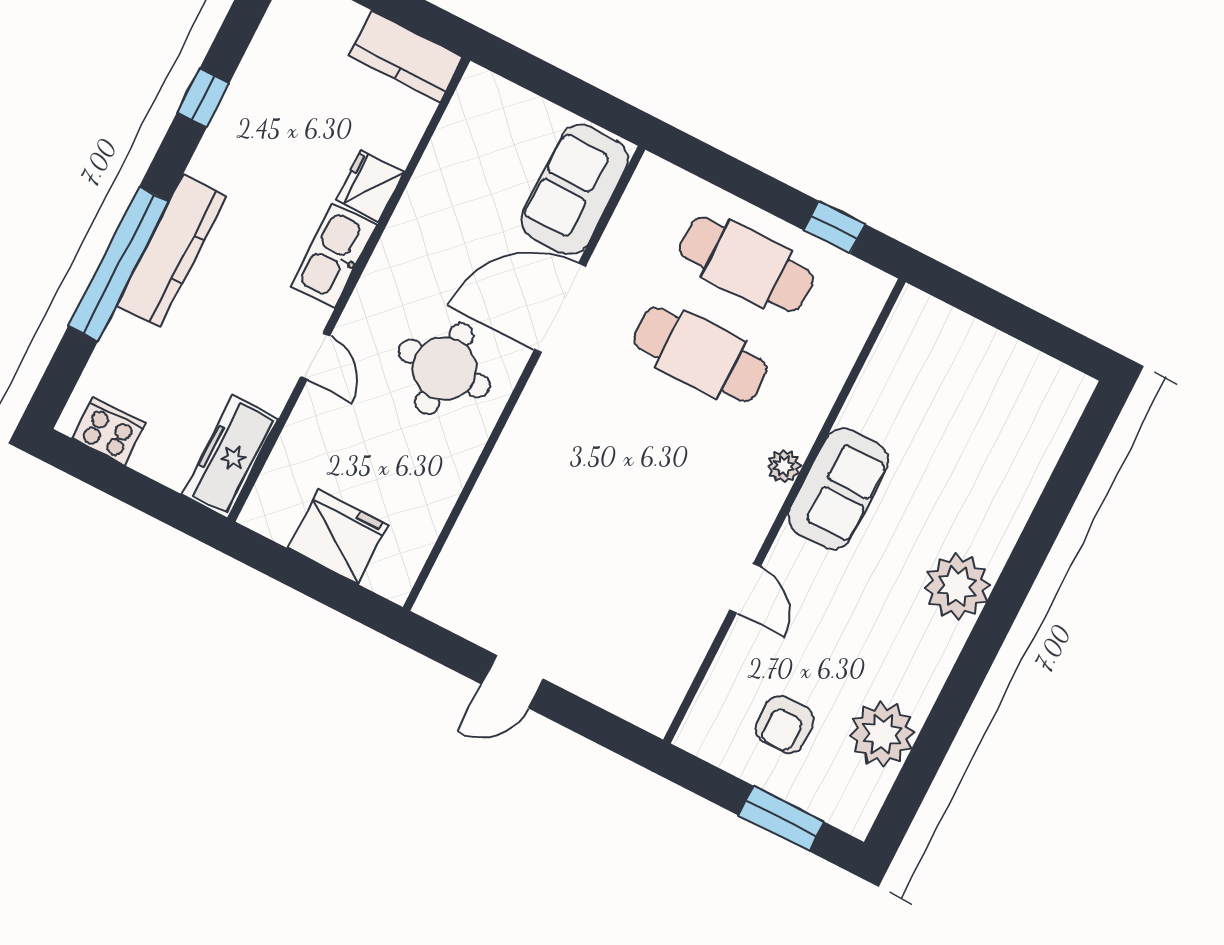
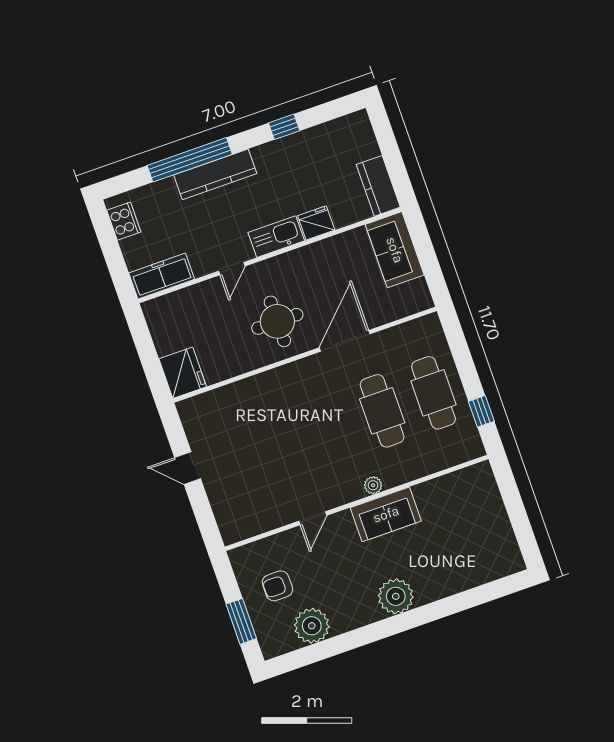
sofa: (575, 190) -> (395, 250), moved, turned -90
door: (560, 308) -> (345, 341), hinge flipped
fridge: (338, 537) -> (183, 373), moved

